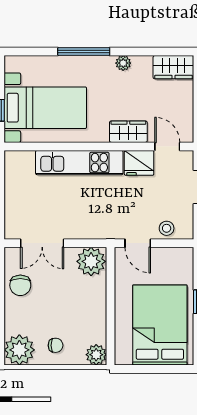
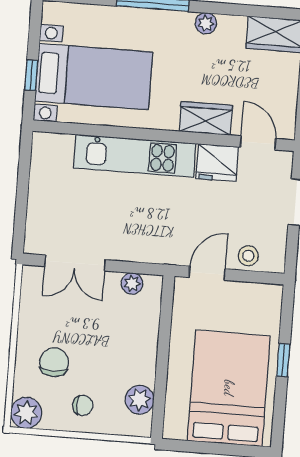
door: (138, 243) -> (207, 273), swing flipped
plant: (91, 261) -> (132, 284), width x0.53, depth x0.53
chair: (20, 285) -> (54, 362), moved, turned 180
plant: (19, 350) -> (26, 413), width x0.73, depth x0.73
plant: (96, 355) -> (140, 400), moved

